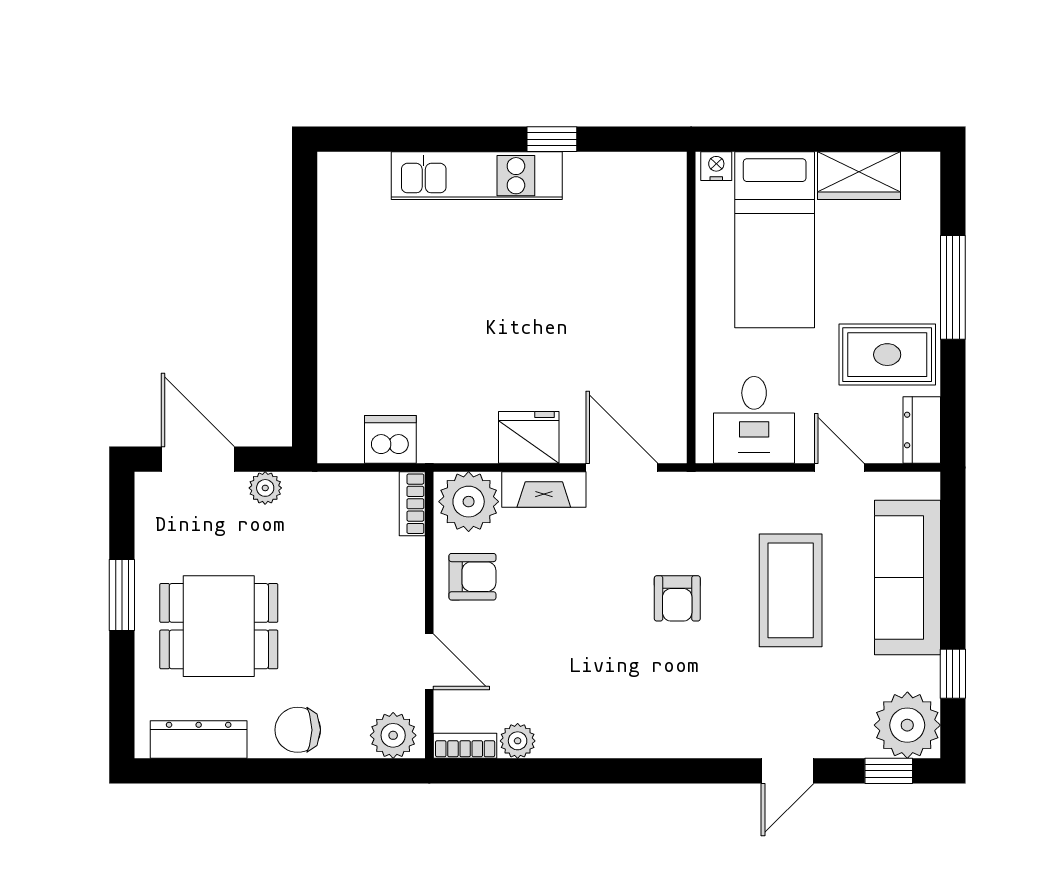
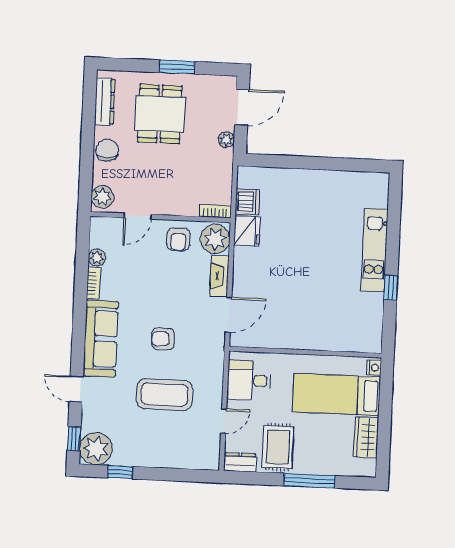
fridge: (529, 437) -> (247, 231), moved
sofa: (908, 578) -> (101, 339), moved, turned 90
bookcase: (465, 746) -> (93, 283), moved

